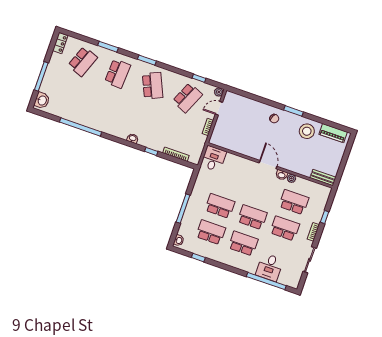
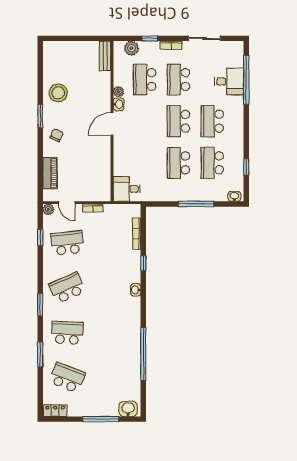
school desk: (187, 98) -> (67, 243), turned -30
piano: (333, 133) -> (50, 173), moved
plant: (322, 200) -> (131, 48), added

